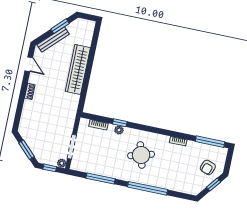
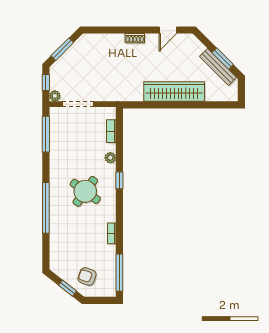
bench: (53, 40) -> (218, 67), moved
window: (120, 123) -> (119, 180), moved
round table: (141, 155) -> (85, 191), turned -38
window: (100, 179) -> (46, 134), moved

